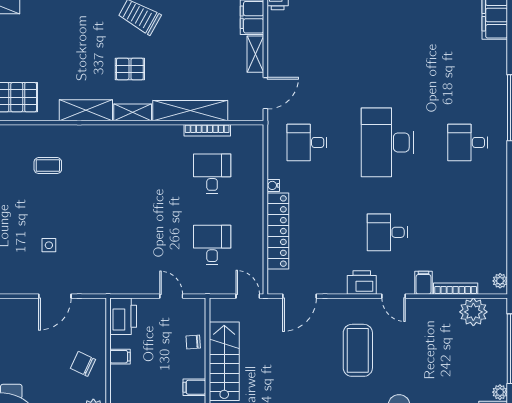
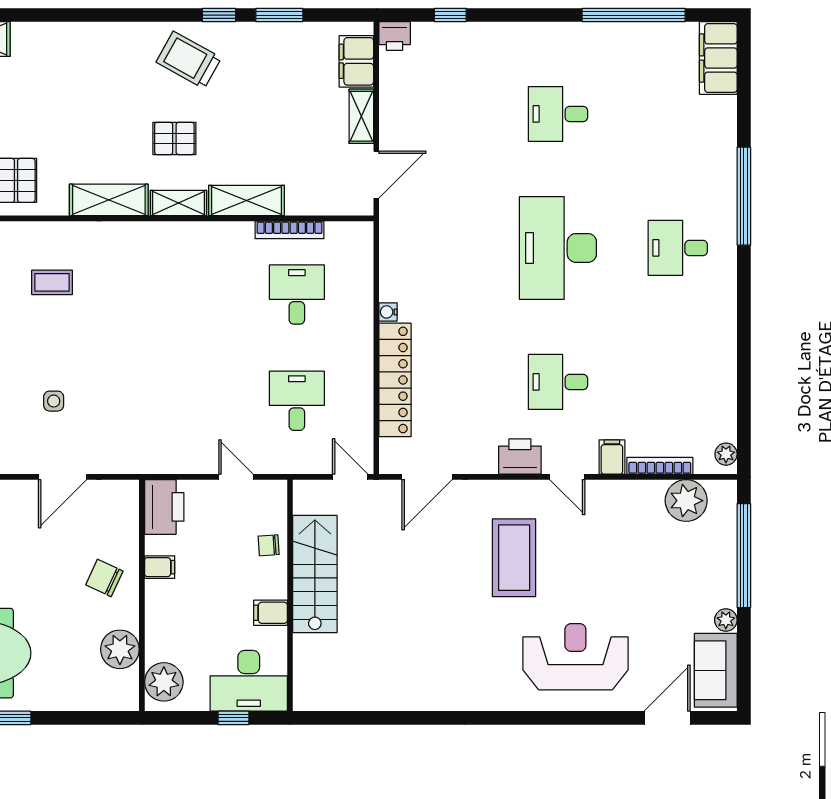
shelving: (190, 111) -> (247, 200), width x0.68
desk: (307, 142) -> (558, 114), moved

